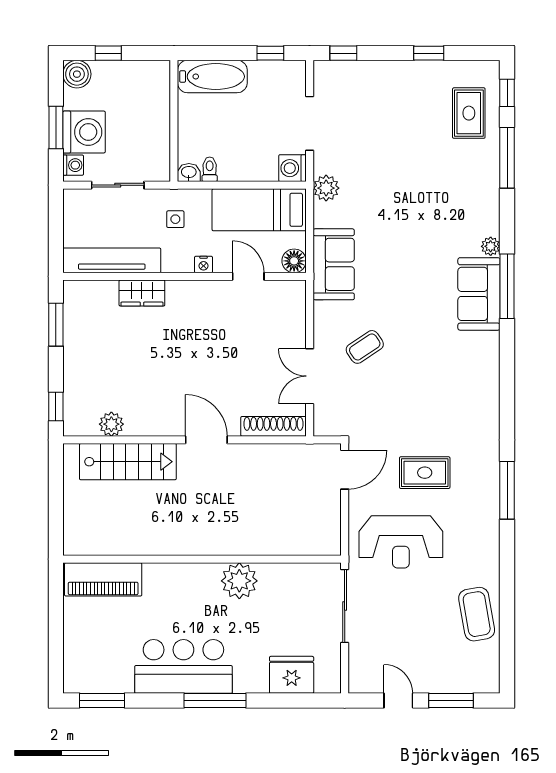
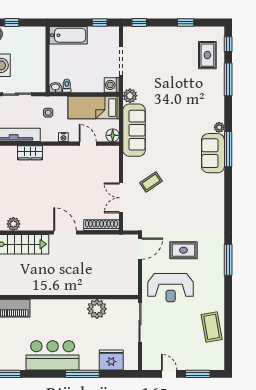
sofa: (334, 264) -> (134, 130), width x1.36
plant: (239, 581) -> (97, 309), moved
window: (215, 701) -> (82, 374), moved

